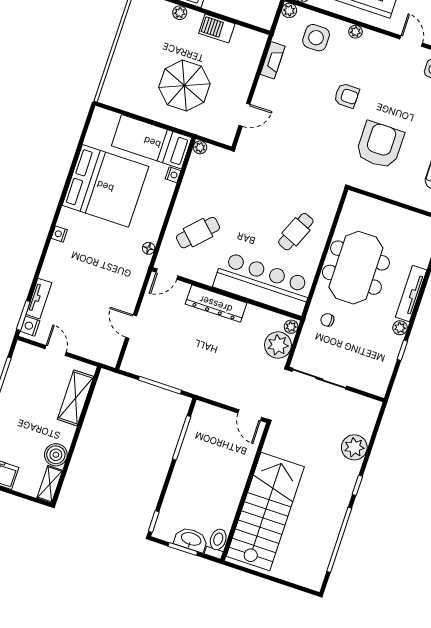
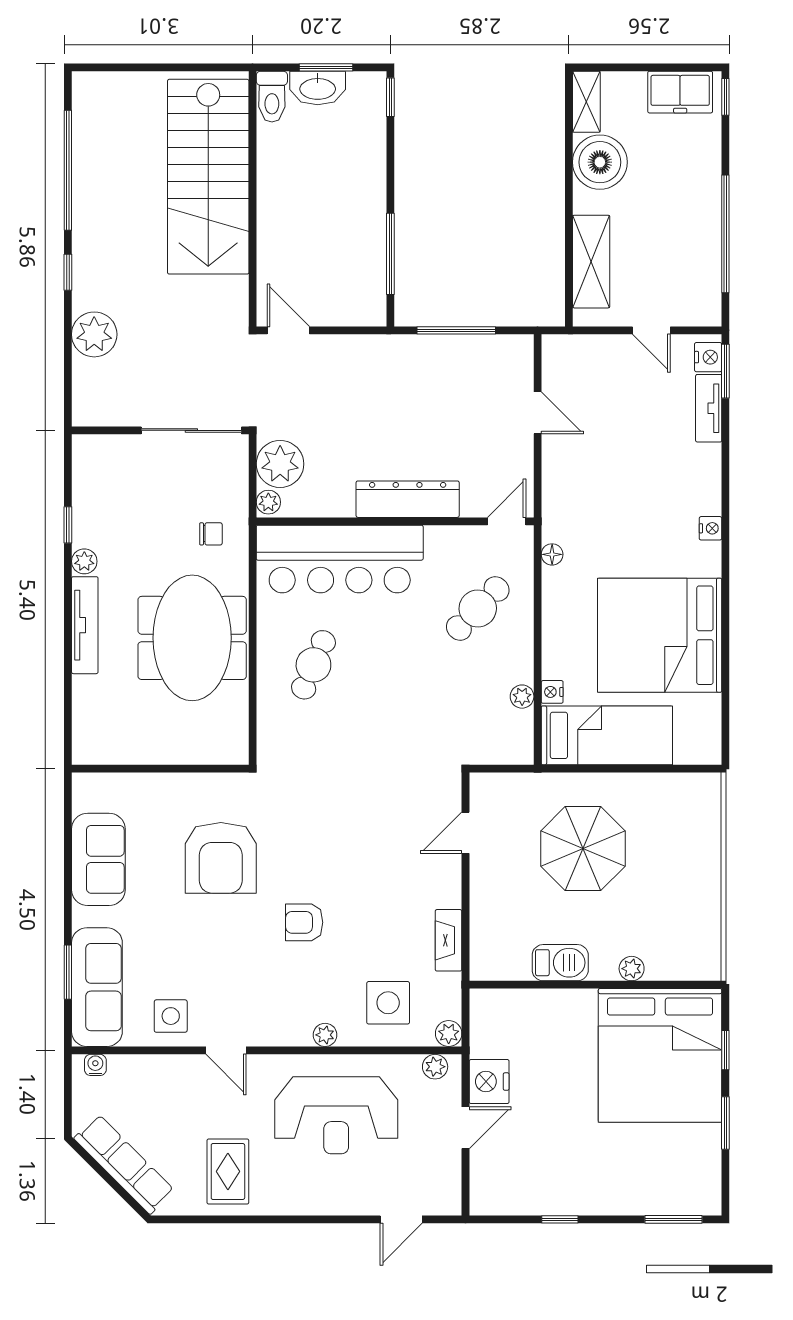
plant: (200, 147) -> (522, 697), moved
boiler: (56, 455) -> (600, 162), width x1.37, depth x1.37

